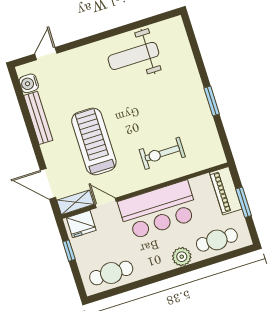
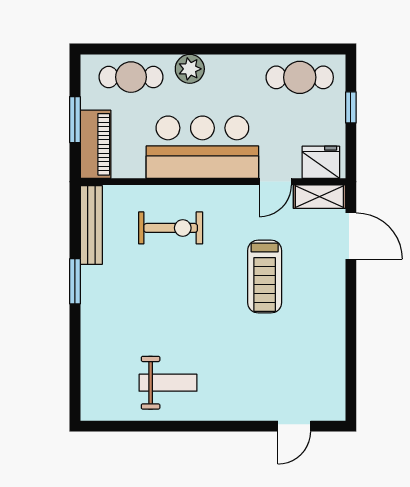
weight bench: (133, 56) -> (168, 383), width x0.73, depth x0.75
water cooler: (29, 83) -> (333, 391), removed
bench: (38, 118) -> (91, 225), moved
treadmill: (94, 141) -> (265, 277), width x0.73, depth x0.73
door: (106, 203) -> (275, 182), hinge flipped
window: (69, 251) -> (351, 107), moved

